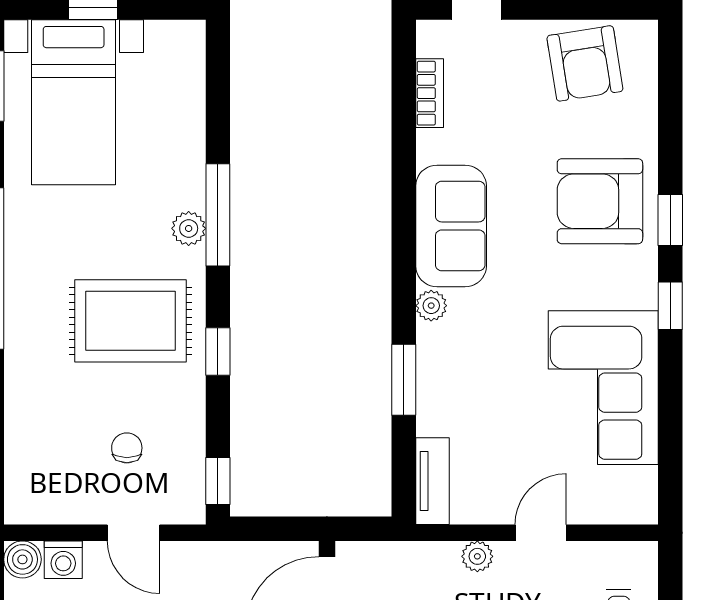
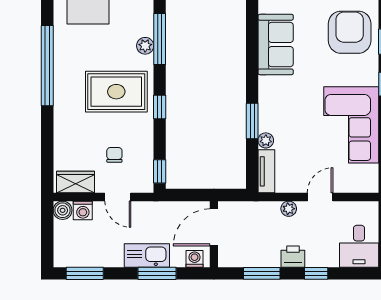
armchair: (600, 201) -> (350, 32), turned 90
plant: (431, 306) -> (266, 140), moved
wardrobe: (49, 503) -> (76, 182), added

